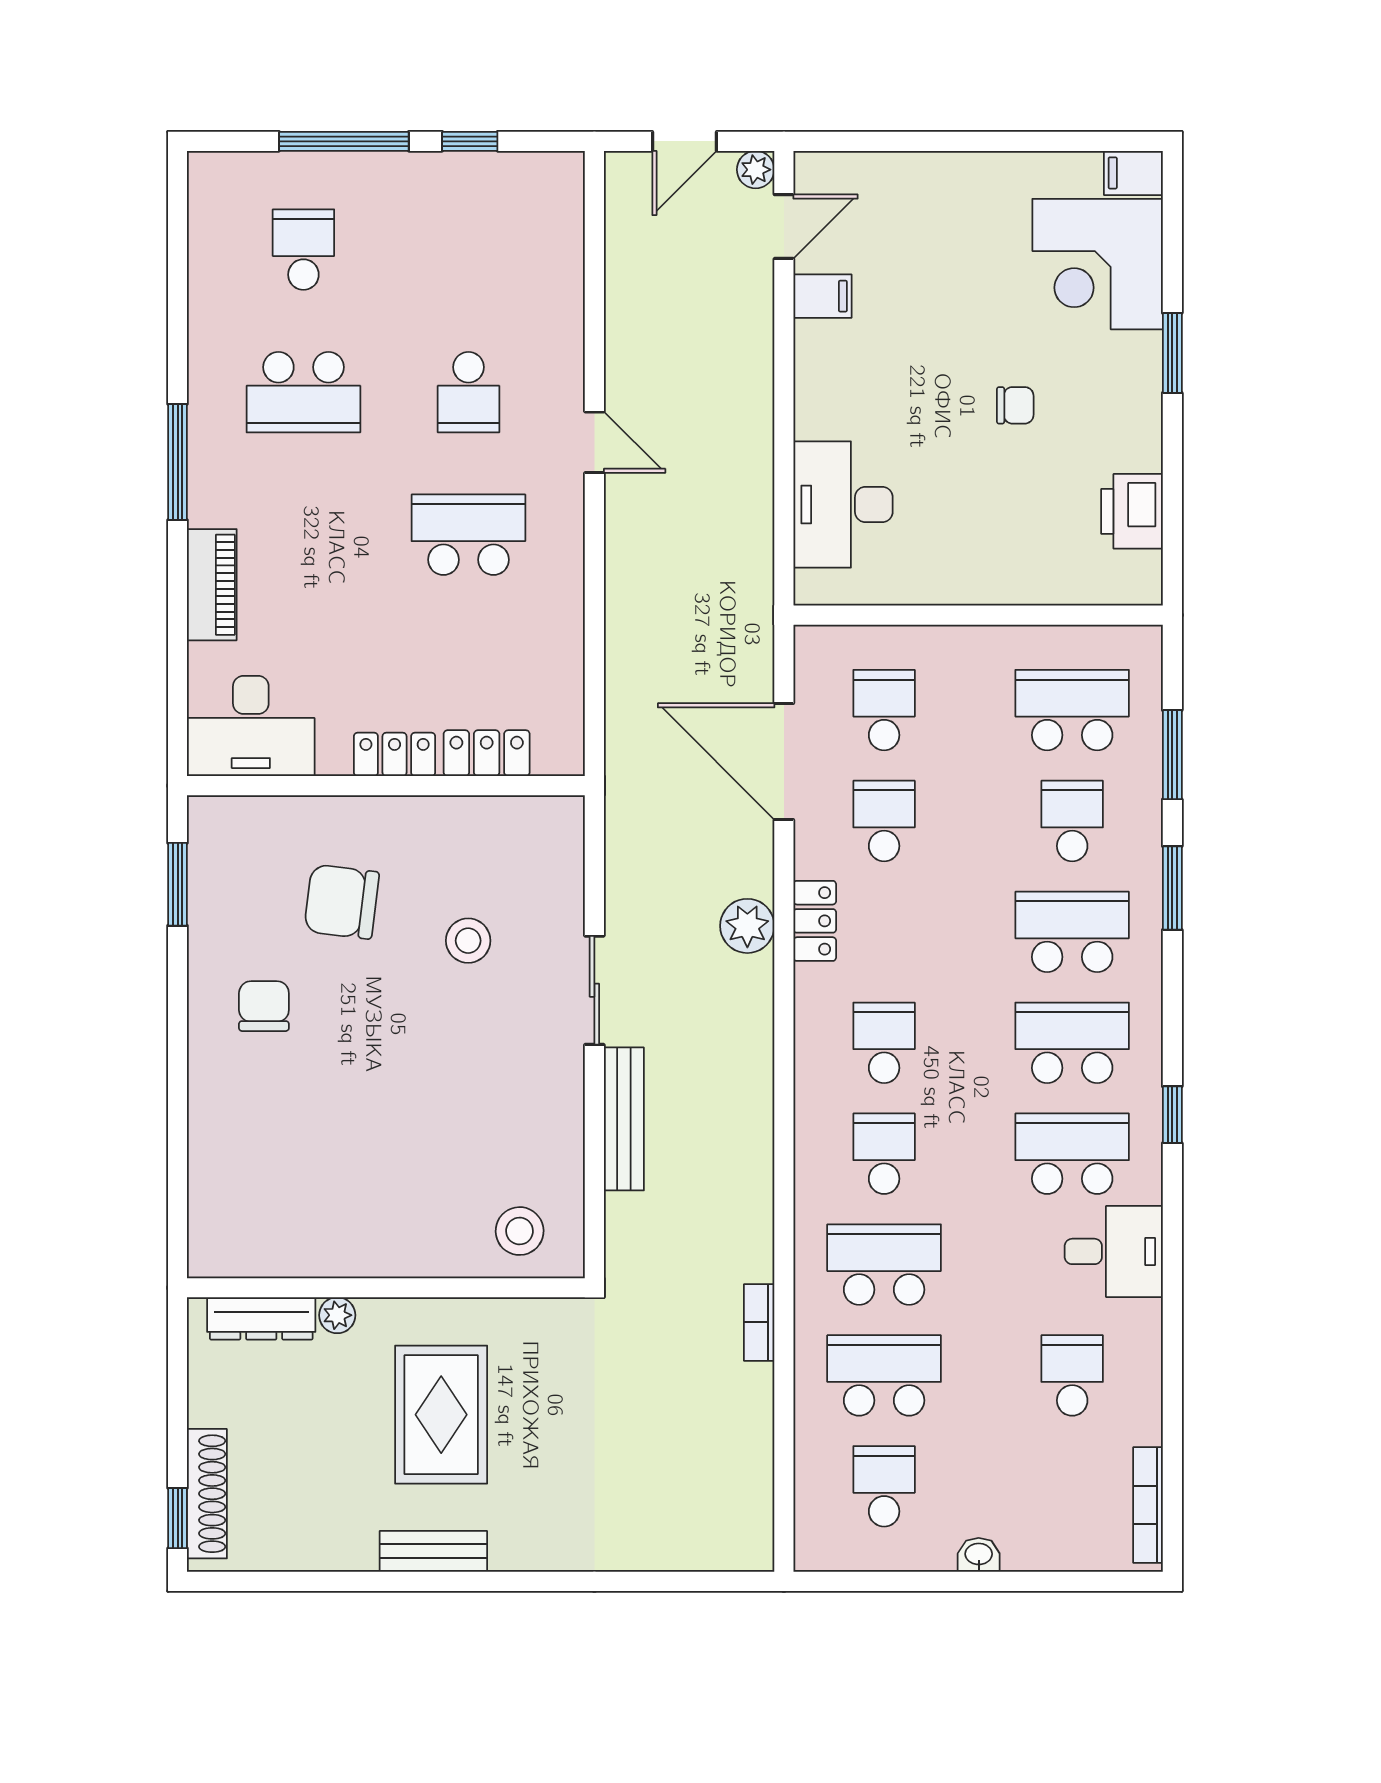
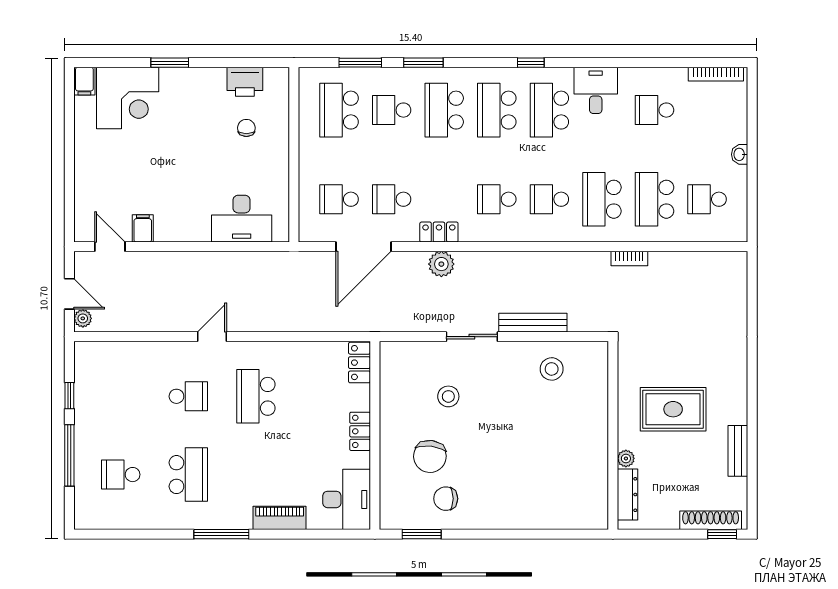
plant: (756, 170) -> (83, 318), moved
chair: (1015, 405) -> (246, 128), moved
locker: (487, 753) -> (359, 363), moved
chair: (264, 1006) -> (446, 499), moved
stool: (520, 1231) -> (552, 369), moved
bench: (433, 1551) -> (738, 451), moved

